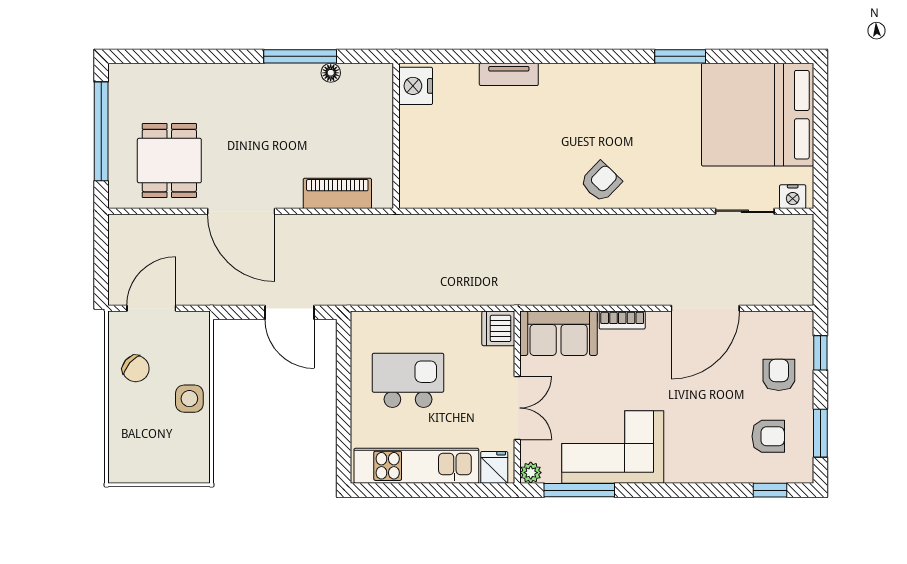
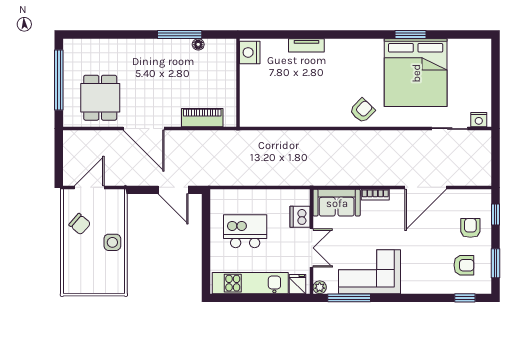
bed: (758, 115) -> (416, 73), moved, turned -90
dishwasher: (498, 328) -> (300, 217), moved

